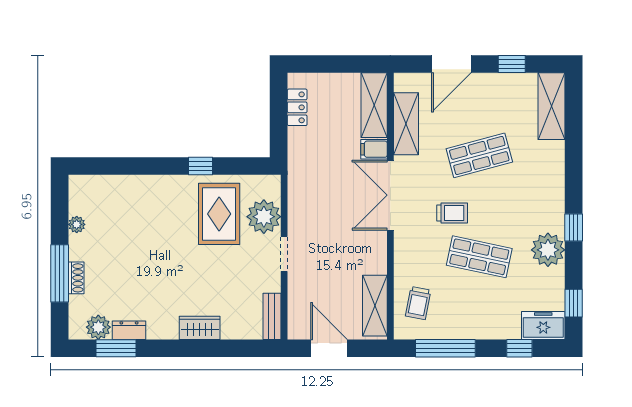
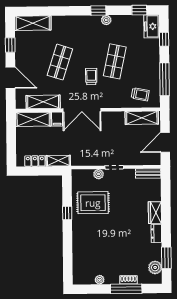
shelving: (297, 151) -> (58, 161), added
shop shelf: (479, 155) -> (60, 62), turned 33
plant: (264, 217) -> (99, 174), width x0.53, depth x0.53
plant: (548, 250) -> (106, 20), width x0.53, depth x0.53
dresser: (129, 330) -> (156, 233), moved

